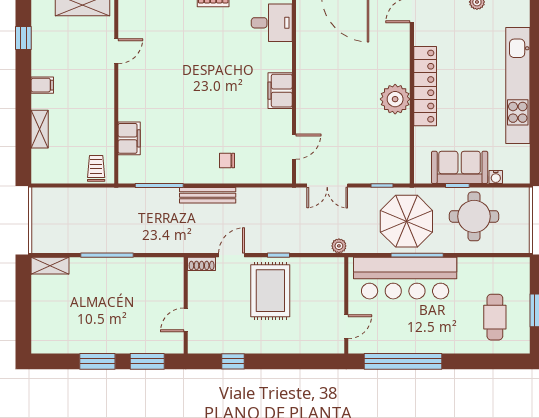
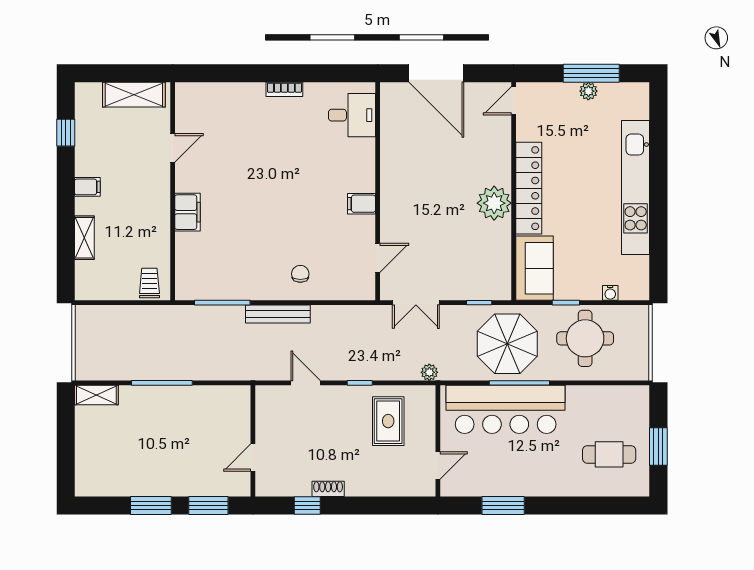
filing cabinet: (280, 91) -> (362, 204), width x0.50
filing cabinet: (129, 138) -> (187, 212), moved
chair: (227, 160) -> (300, 274), turned 90
sofa: (460, 167) -> (534, 268), moved, turned 90
door: (232, 255) -> (306, 383), hinge flipped
shoe rack: (202, 264) -> (328, 489), moved, turned 180
rug: (270, 291) -> (388, 421), moved, width x0.73, depth x0.70
cafe table: (495, 317) -> (609, 454), turned 90
window: (403, 361) -> (503, 505), width x0.47

